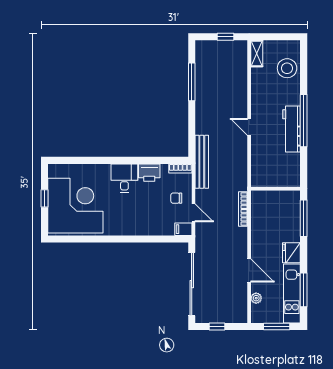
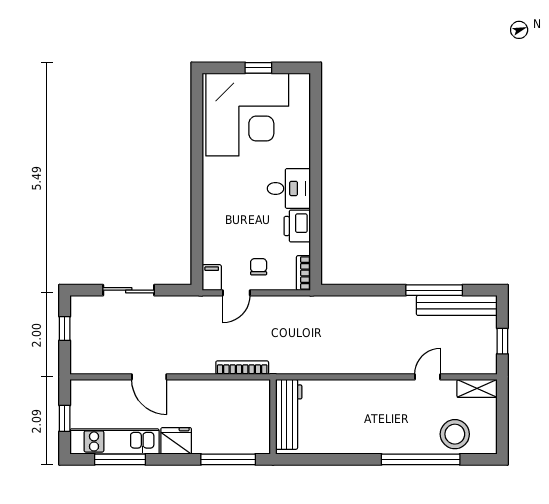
window: (304, 121) -> (421, 459), moved
door: (249, 127) -> (428, 377), moved
workbench: (292, 129) -> (289, 414), moved, turned 90
bench: (202, 162) -> (457, 305), moved
door: (249, 271) -> (149, 377), hinge flipped
sliding door: (192, 284) -> (129, 290), width x0.54
plant: (256, 298) -> (107, 388), removed
window: (277, 327) -> (65, 418), width x0.67

